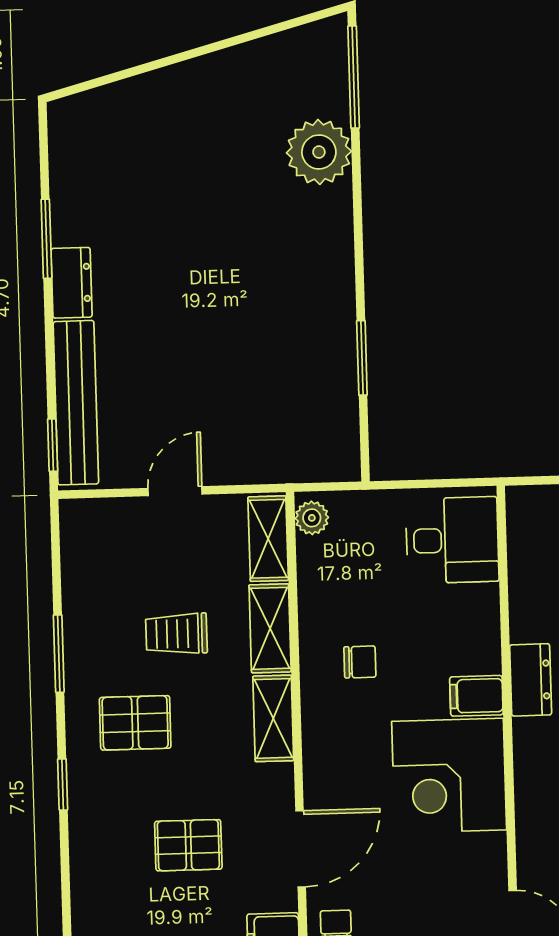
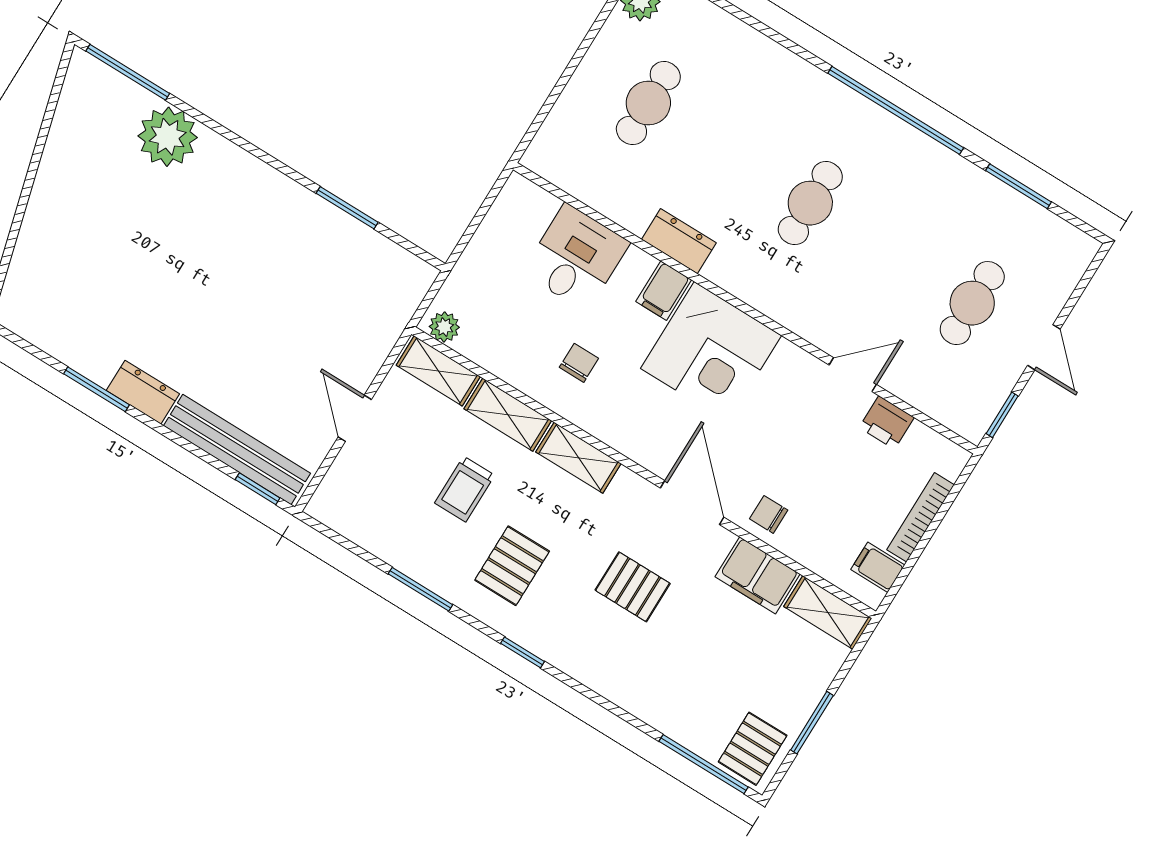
desk: (452, 540) -> (576, 258), moved
pallet: (188, 845) -> (633, 587), turned 90

